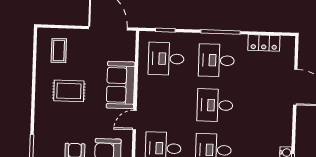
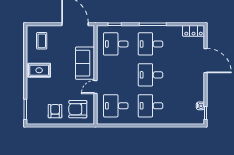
locker: (264, 43) -> (194, 31), moved
rug: (69, 91) -> (39, 70), moved

